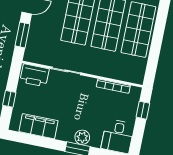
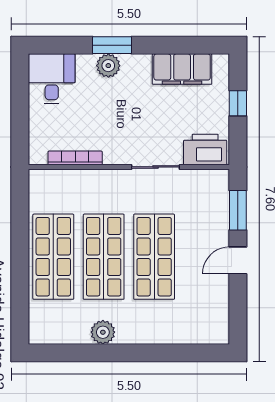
window: (143, 110) -> (20, 129), removed

